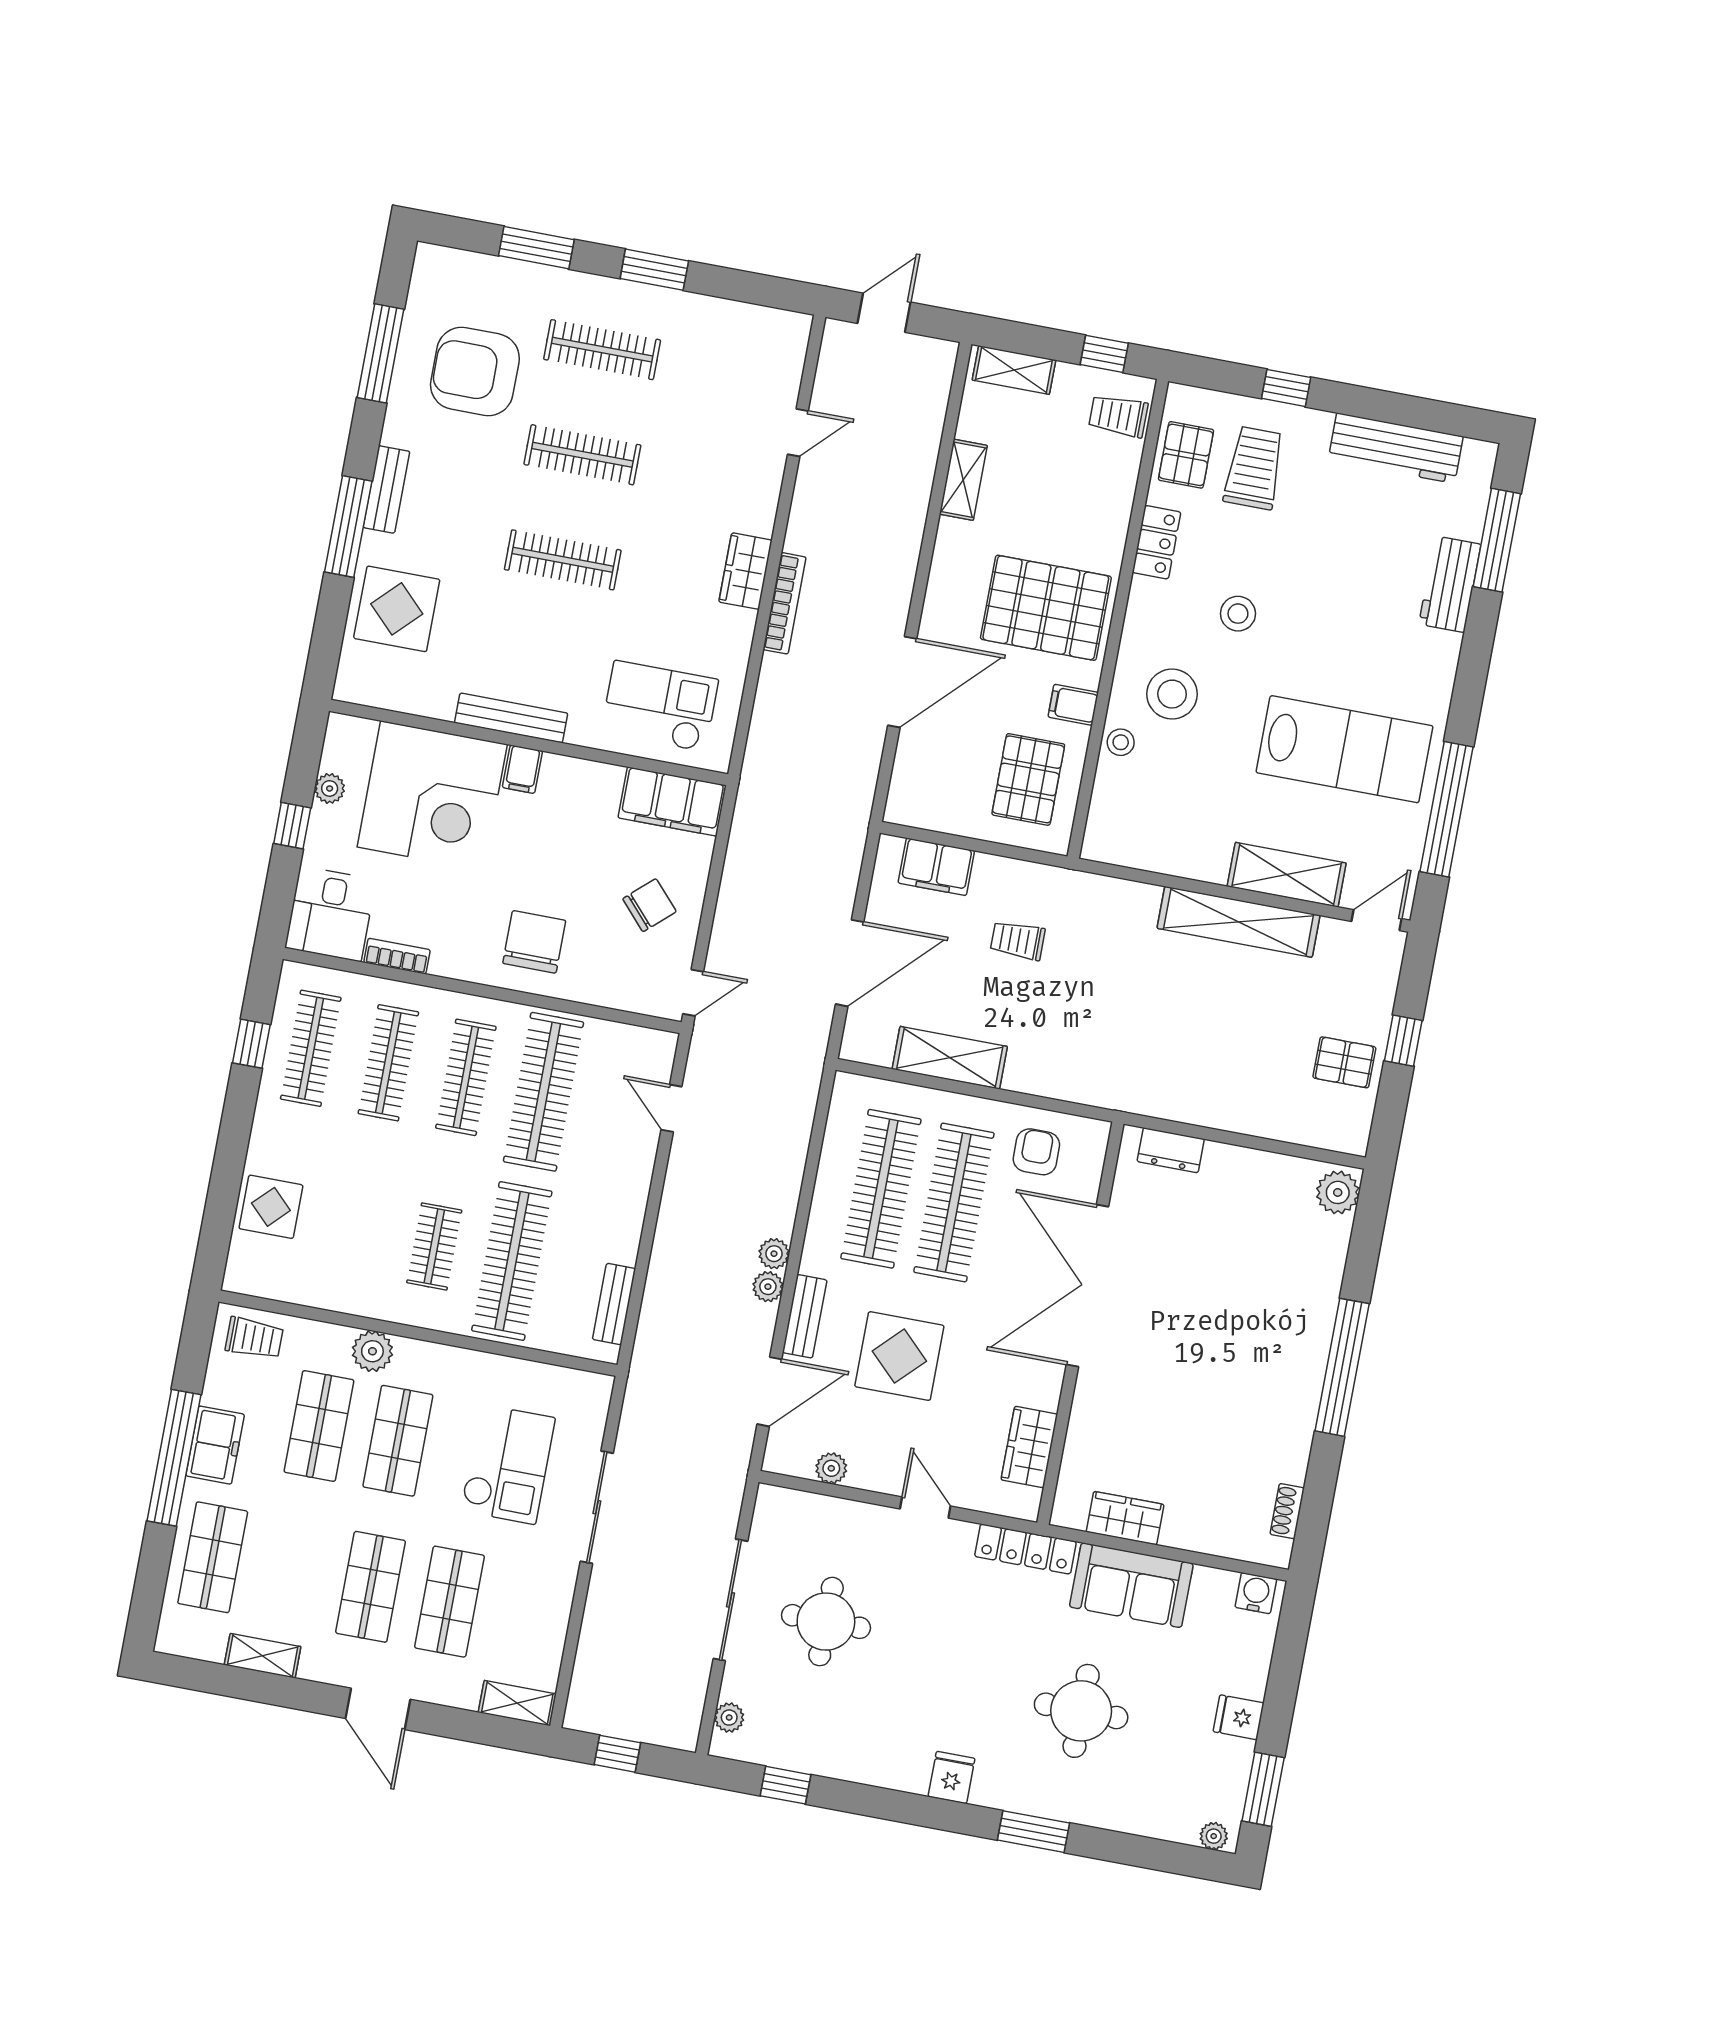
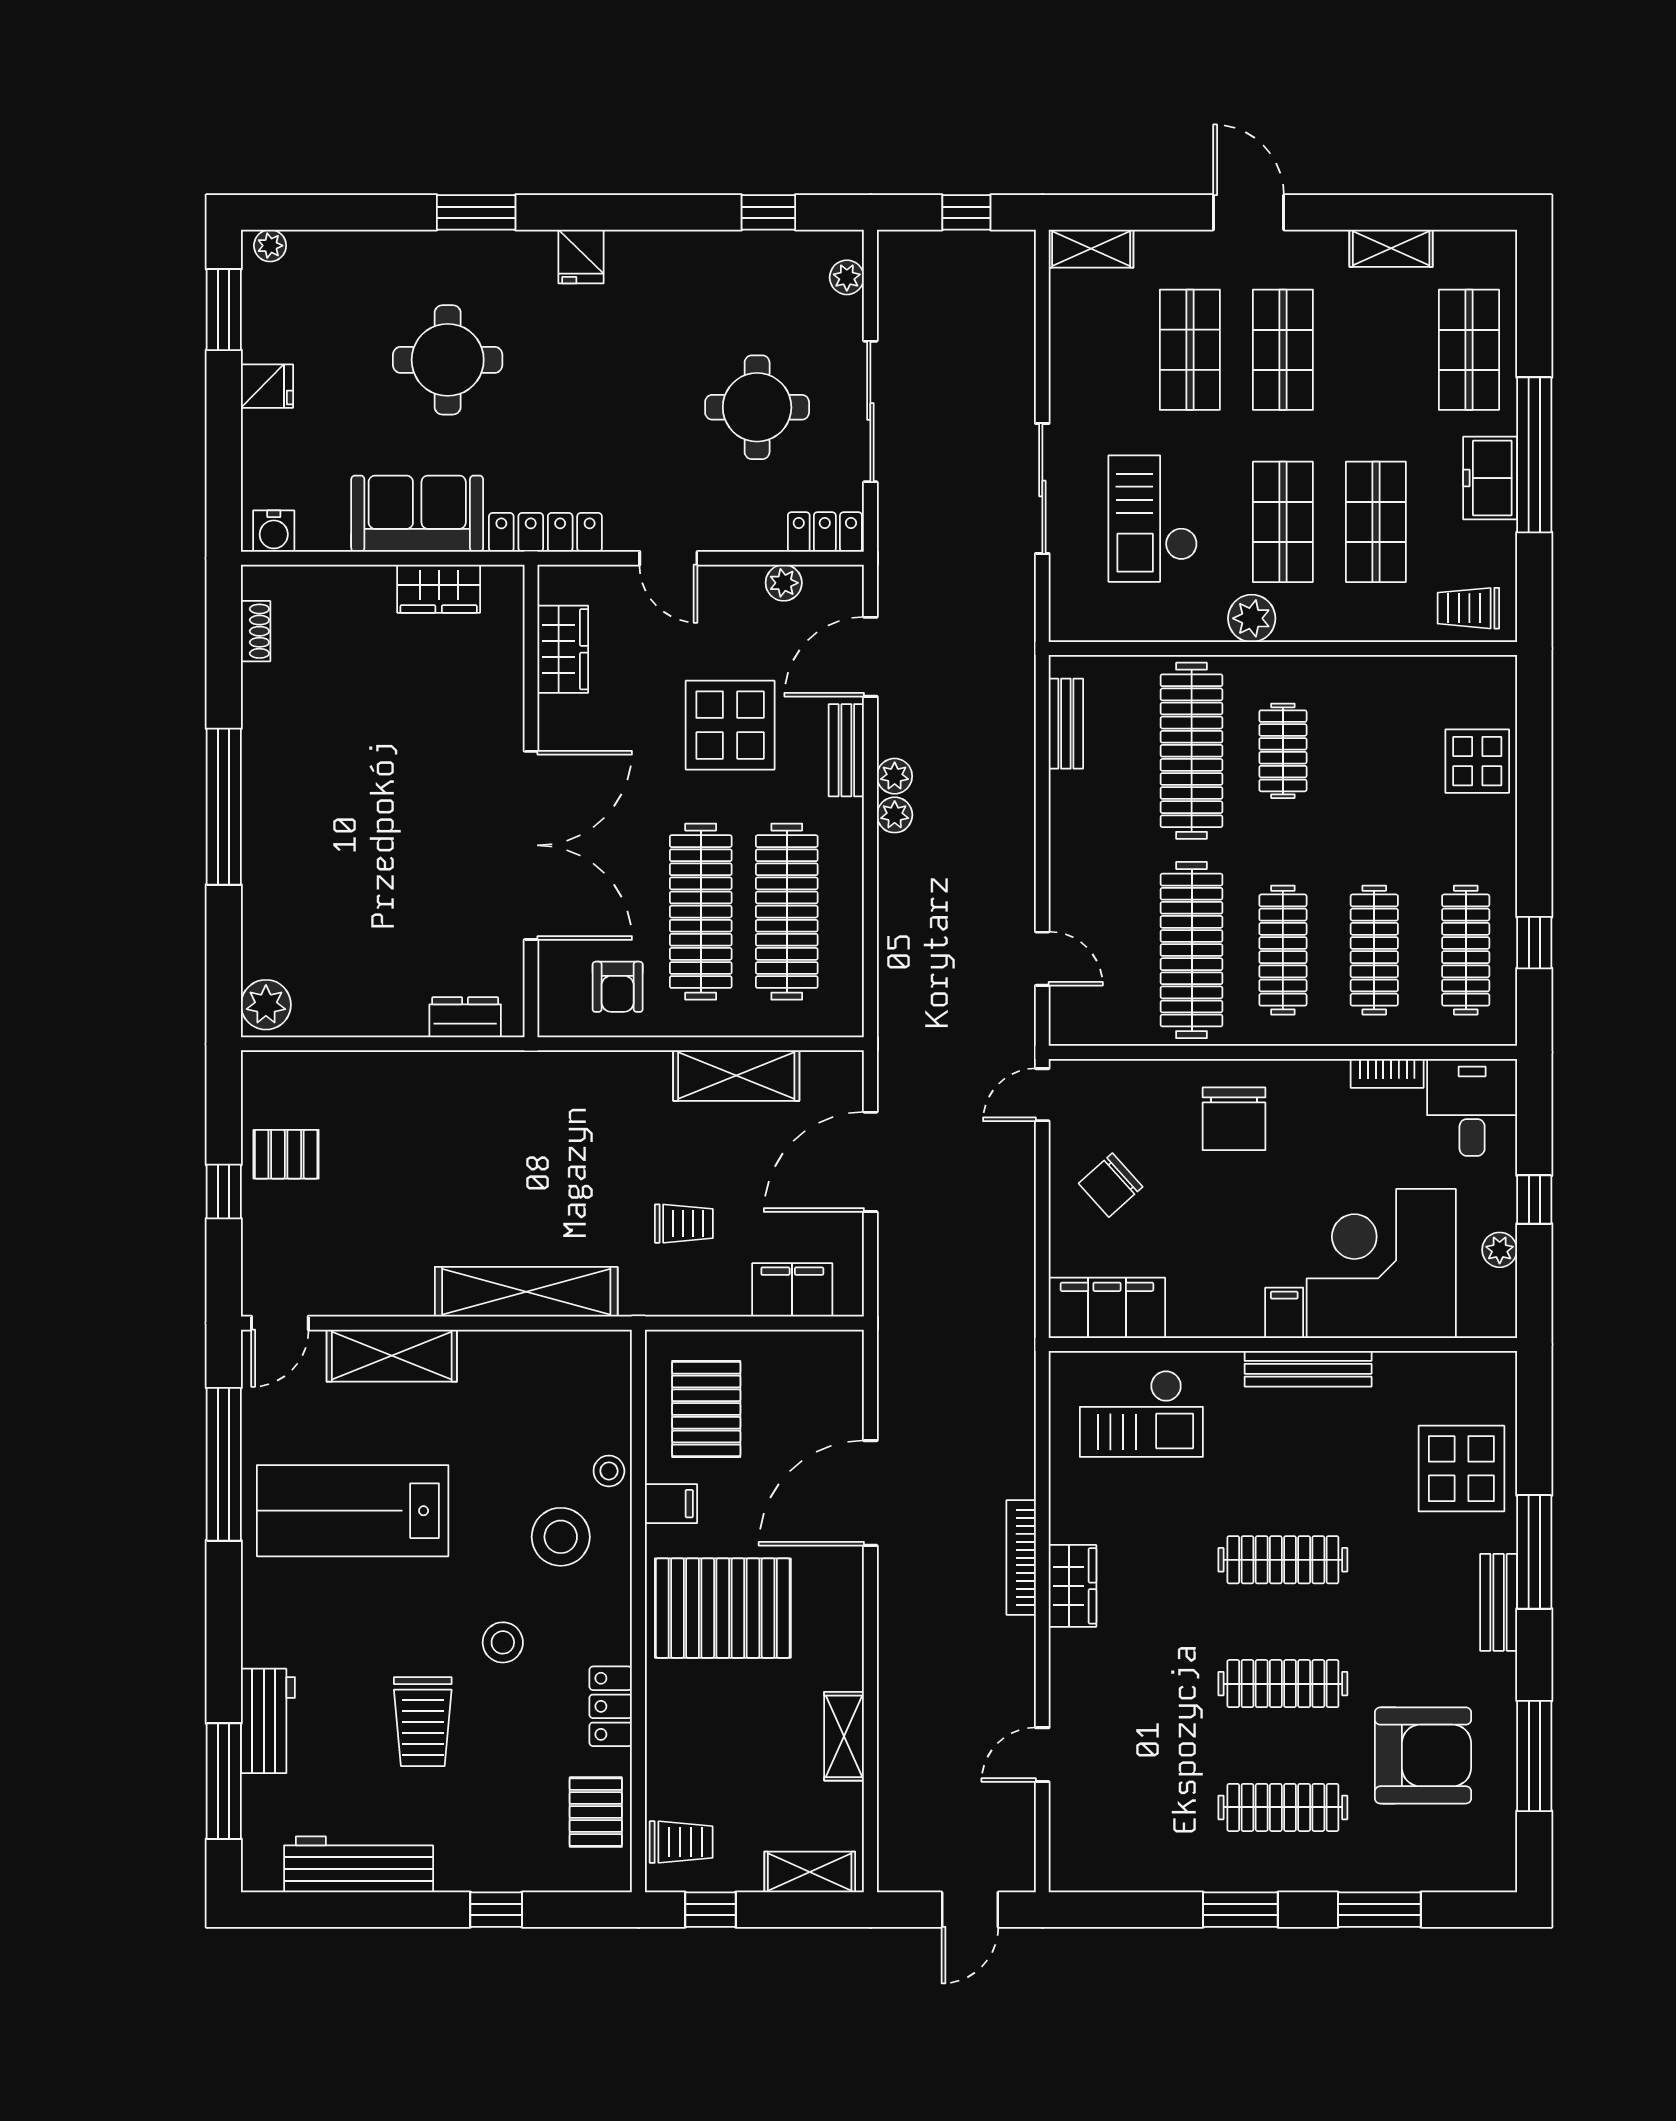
trolley: (1254, 468) -> (423, 1722), moved
shelving: (1239, 922) -> (526, 1292), moved
plant: (372, 1351) -> (1252, 618), moved
locker: (788, 1505) -> (825, 532), added

